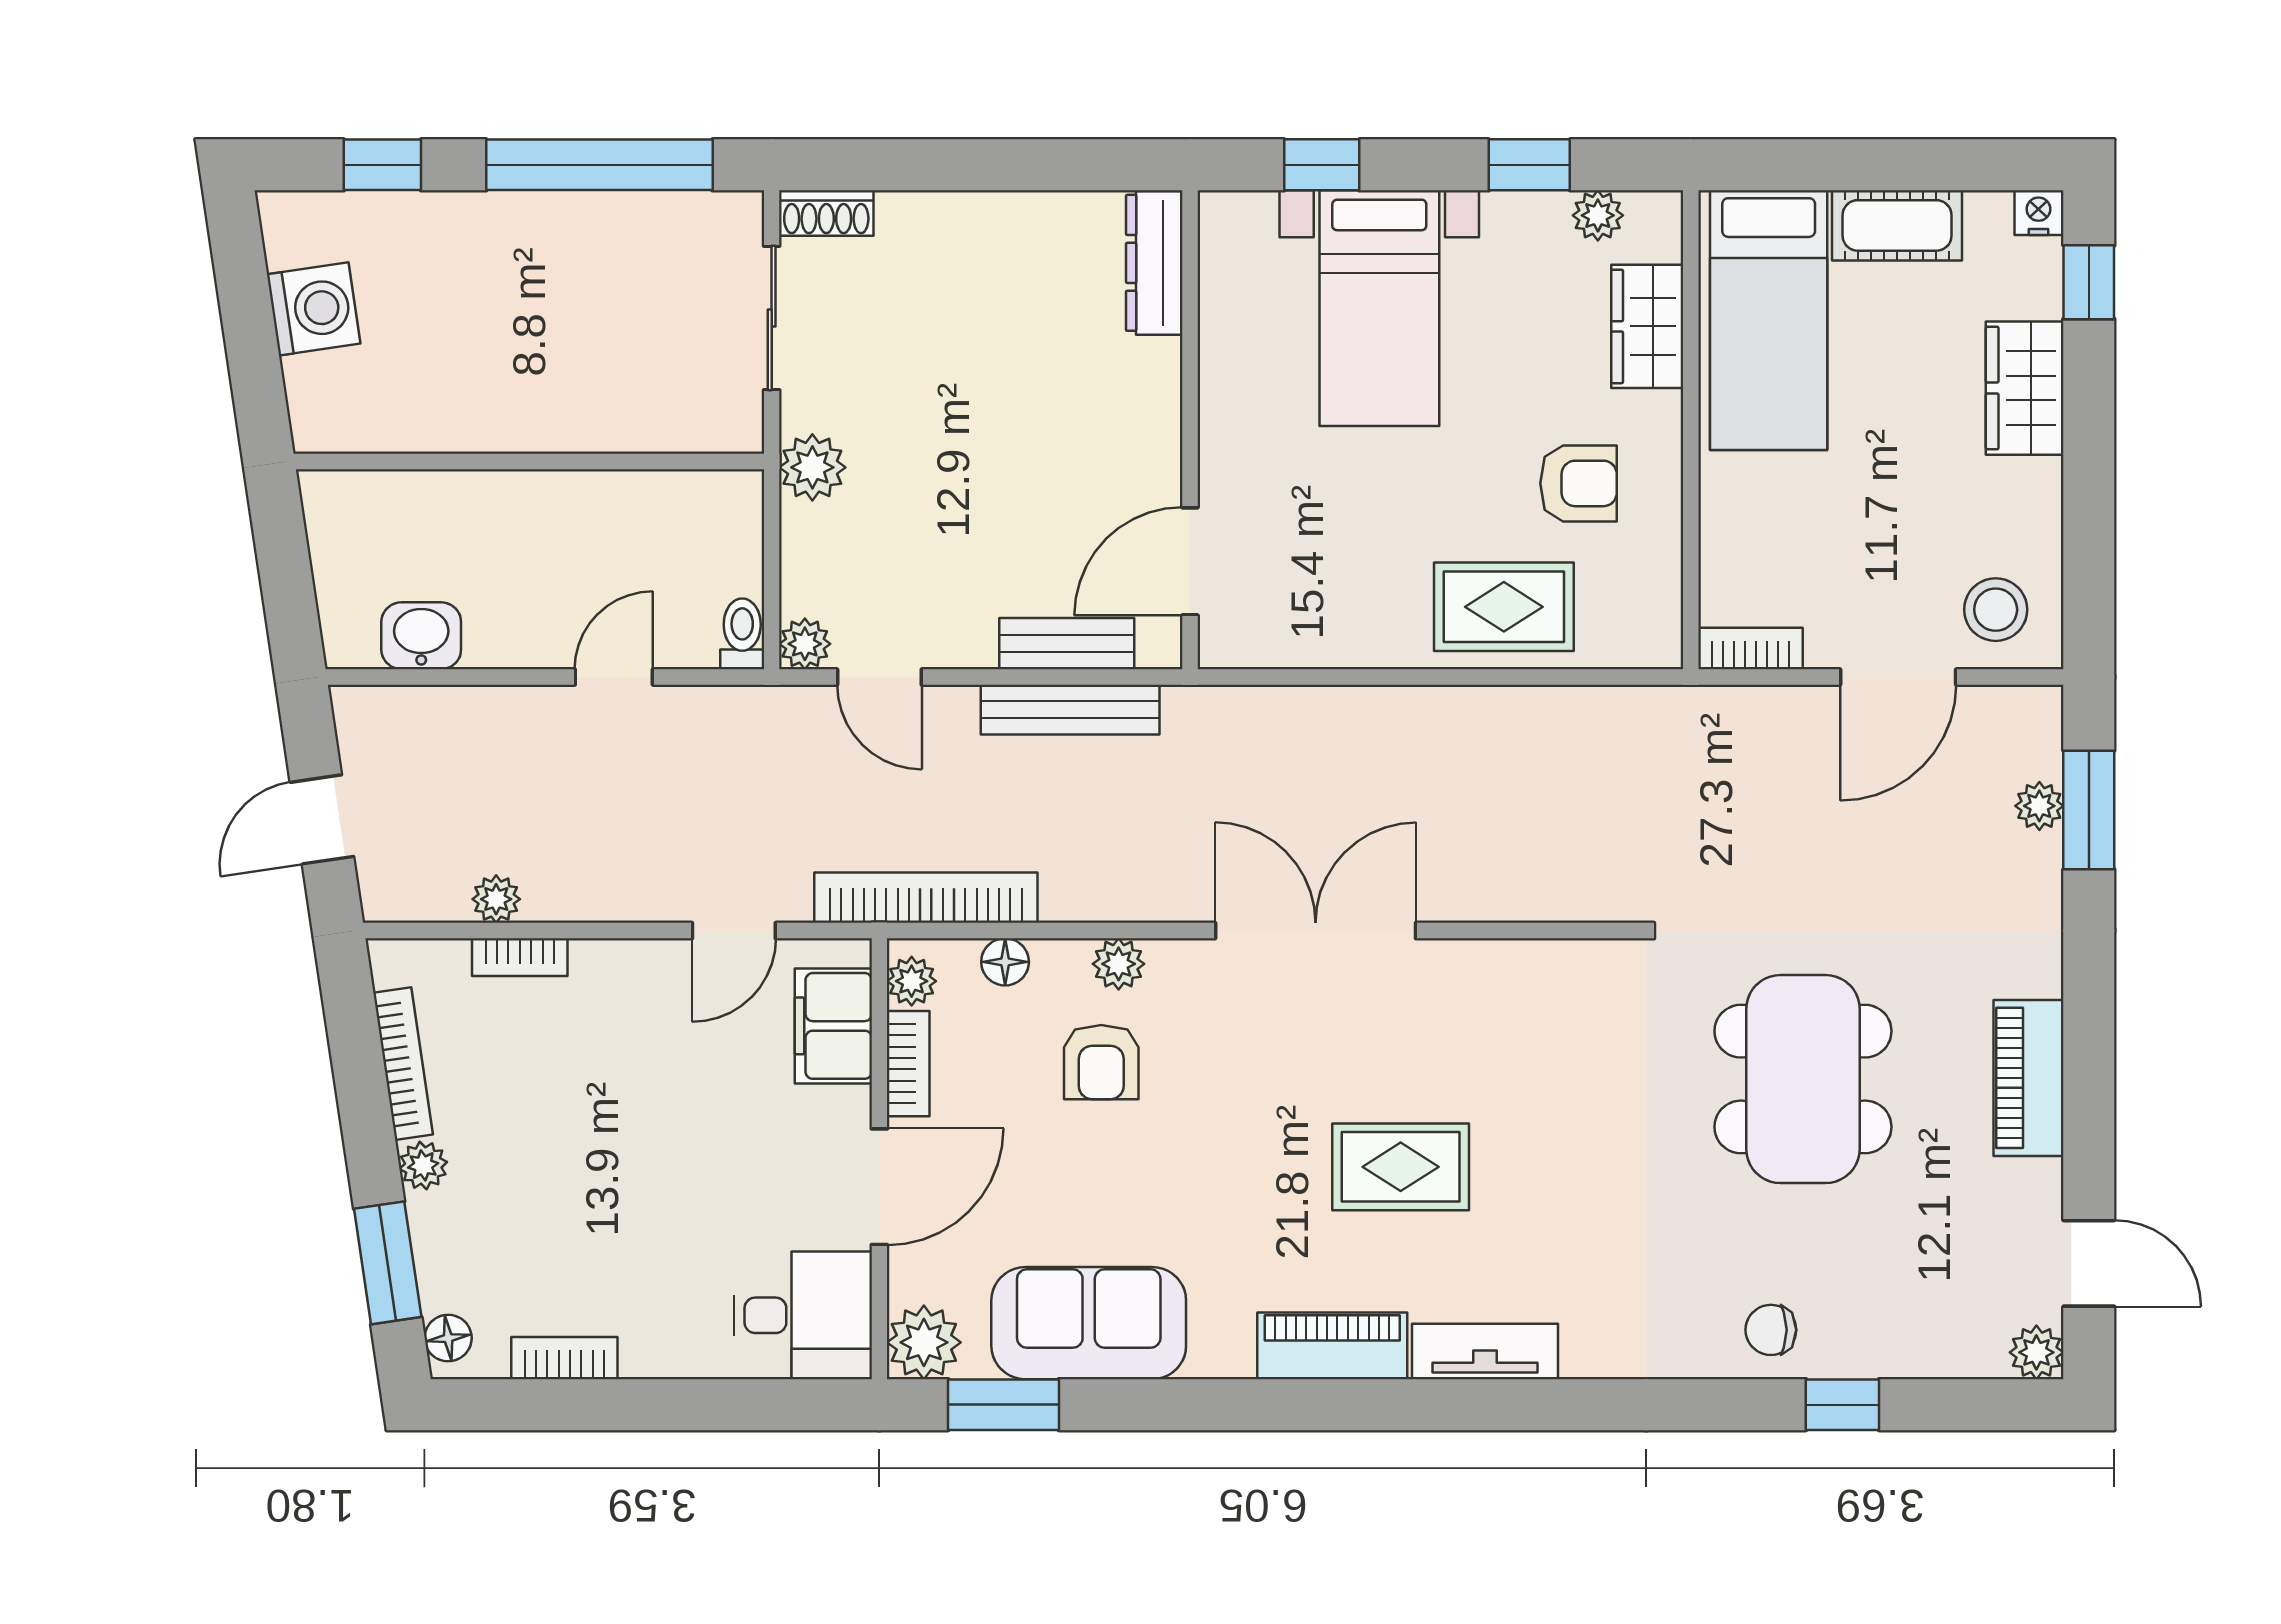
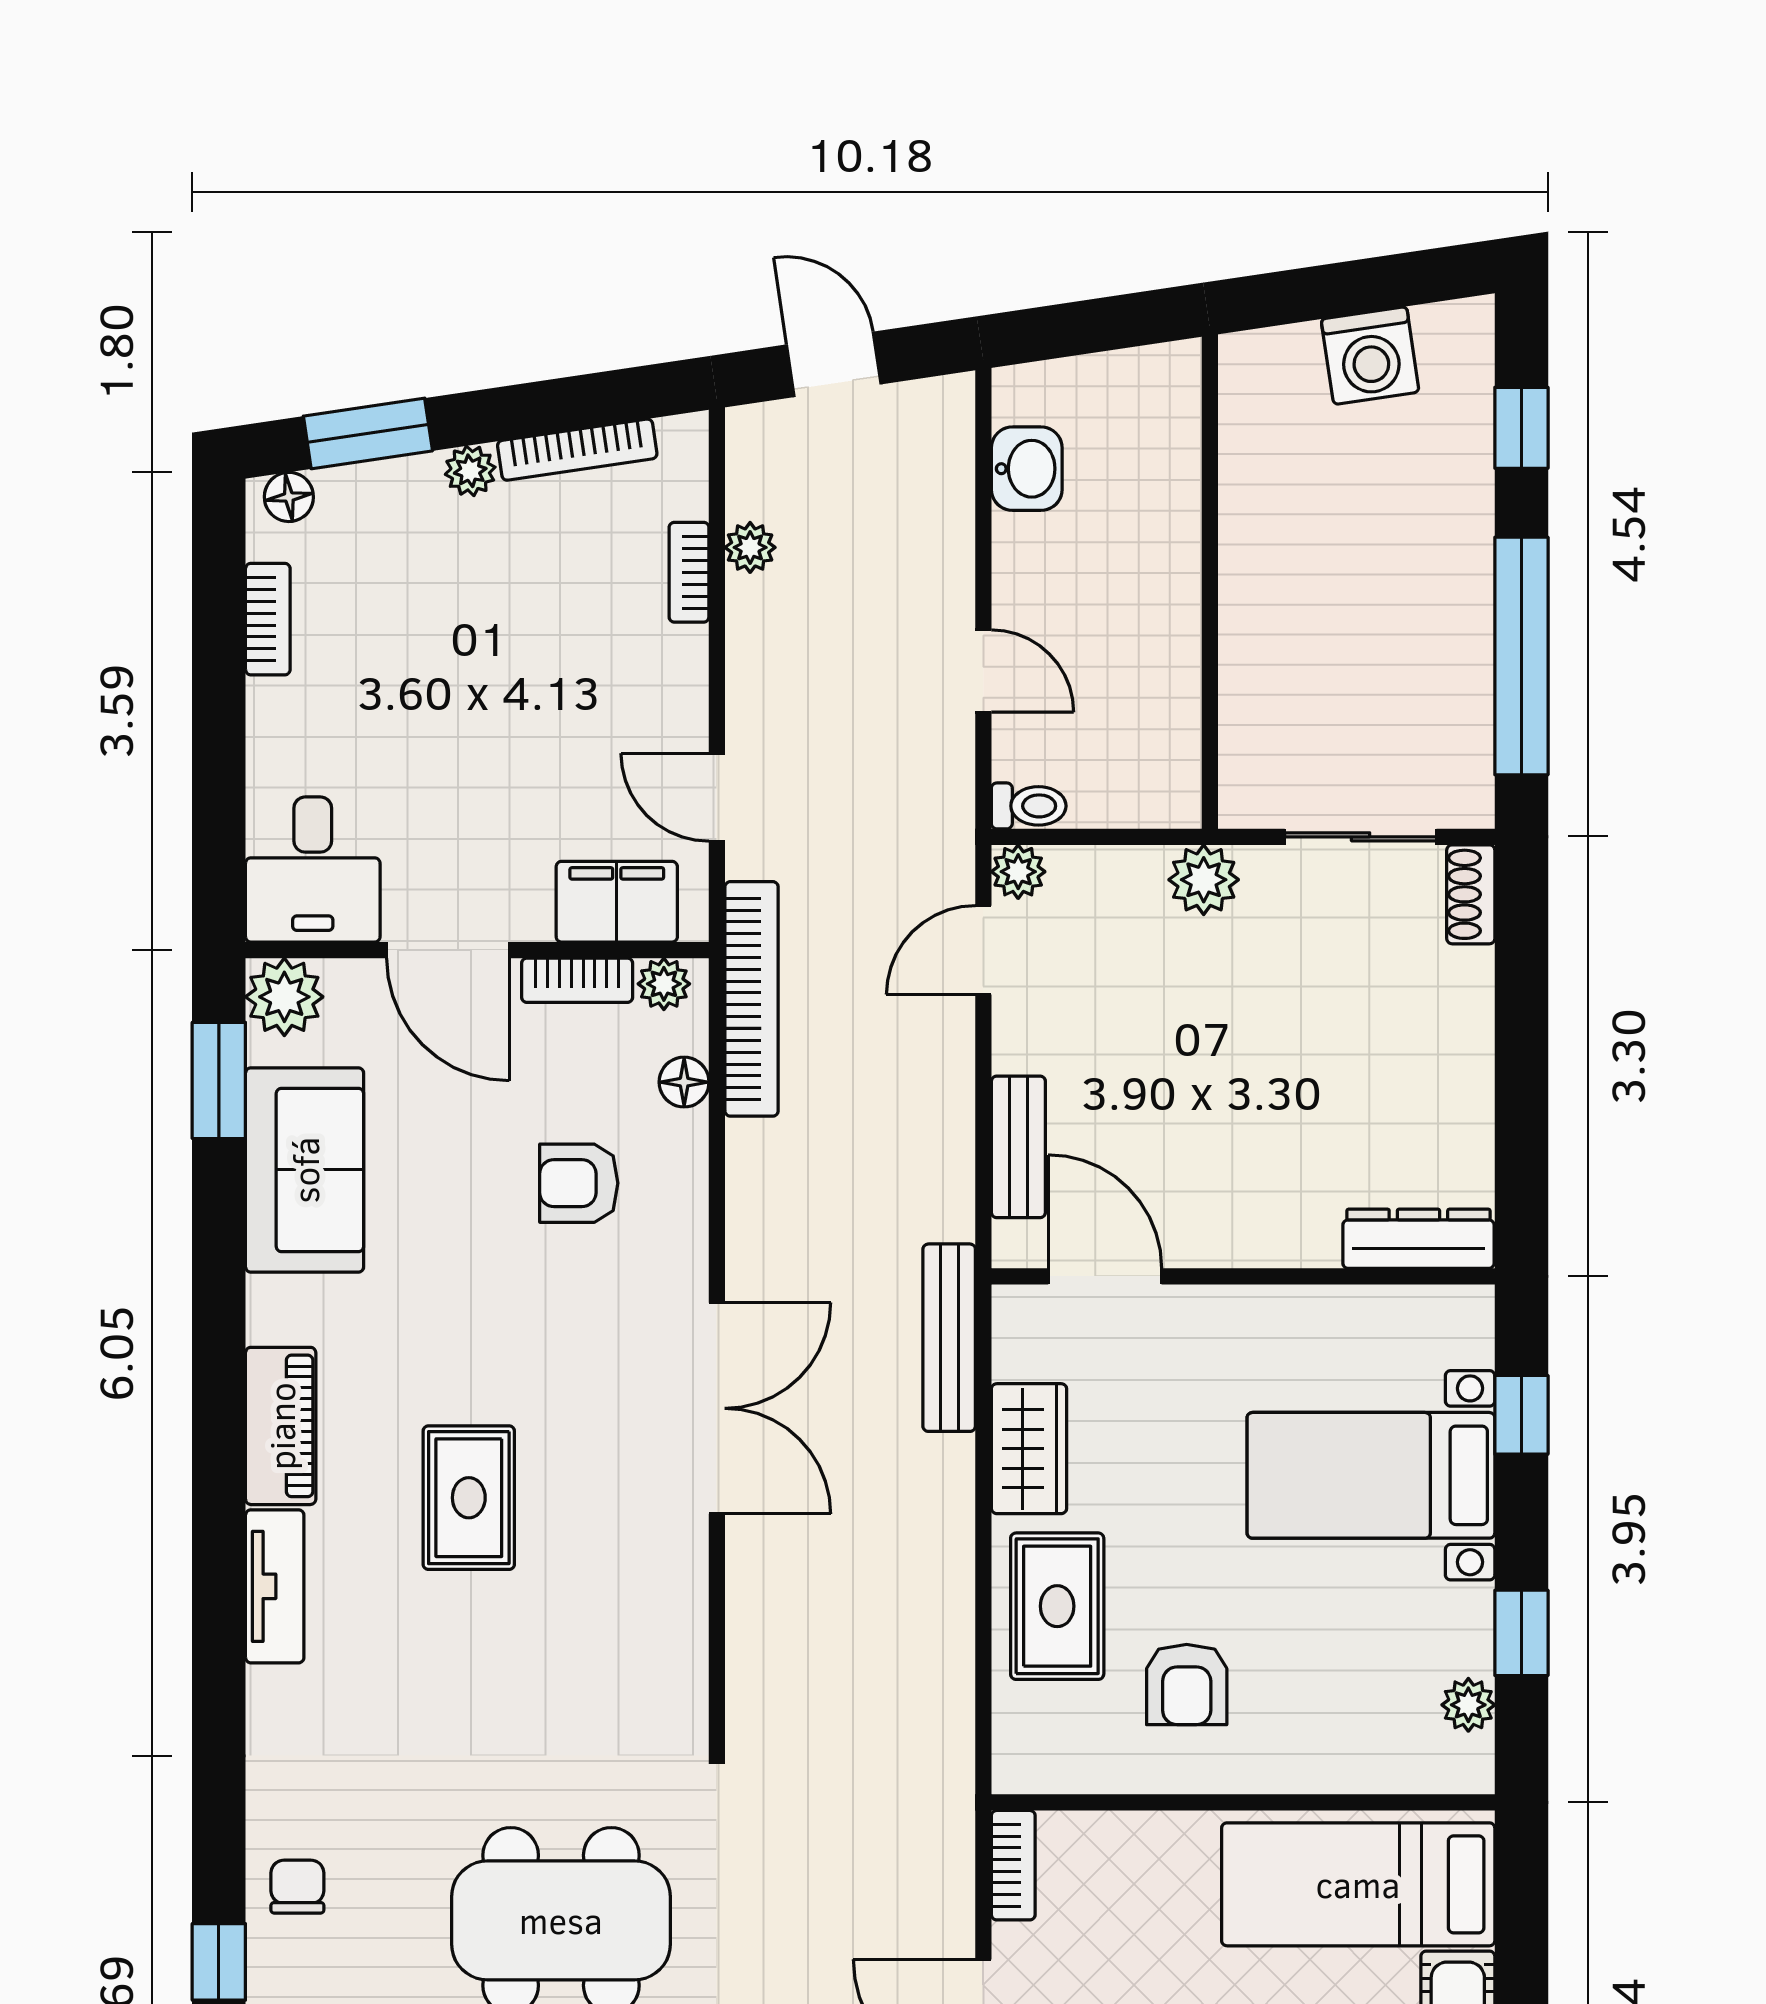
wardrobe: (1647, 326) -> (1029, 1449), moved, turned 90
bench: (1070, 710) -> (949, 1338), moved
plant: (1119, 964) -> (682, 1201), removed

